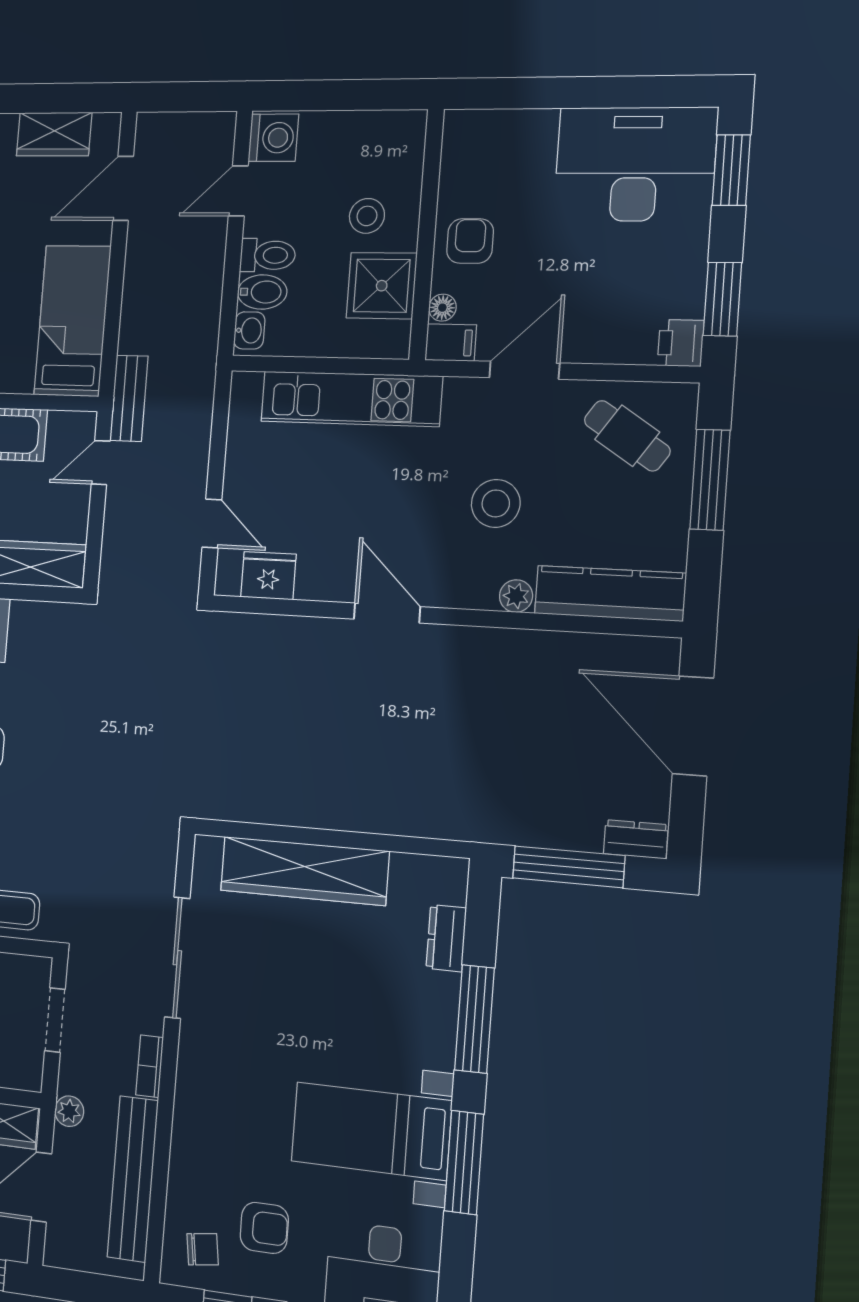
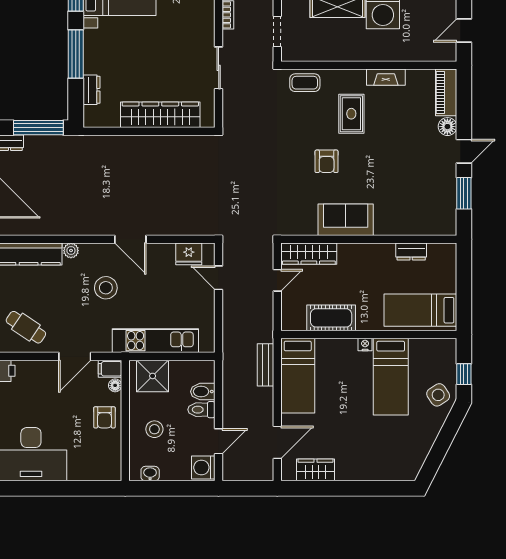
shower: (382, 286) -> (153, 376), moved
washbasin: (249, 330) -> (150, 474), moved, turned 90
bench: (129, 398) -> (265, 365), moved
door: (101, 462) -> (277, 280), moved
stool: (496, 503) -> (106, 288), moved
sliding door: (177, 958) -> (219, 68), width x0.73

